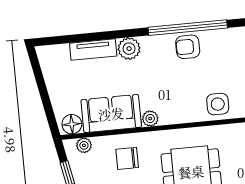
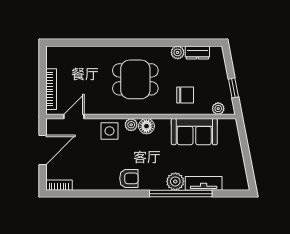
window: (188, 28) -> (181, 194), moved
plant: (150, 119) -> (131, 125), moved
floor lamp: (72, 124) -> (146, 126), moved

